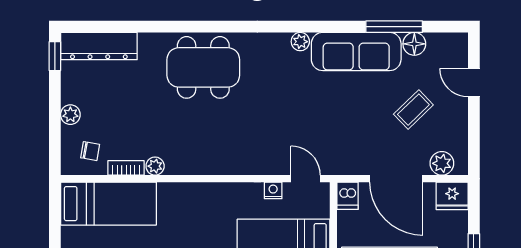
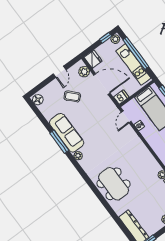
window: (394, 27) -> (59, 142), moved
floor lamp: (414, 44) -> (38, 100), moved
door: (474, 83) -> (60, 72), moved
door: (396, 179) -> (102, 84), hinge flipped

